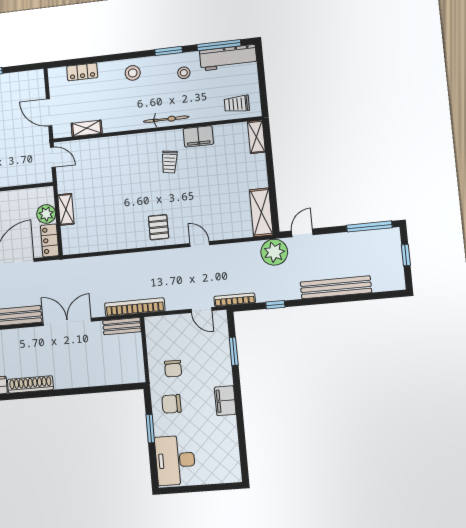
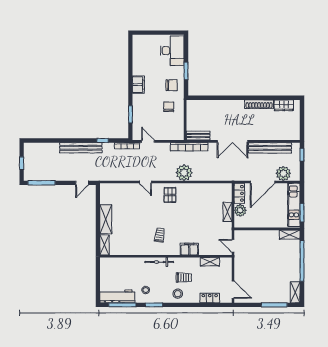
trolley: (237, 104) -> (184, 278), moved
door: (49, 112) -> (233, 290), moved
filing cabinet: (198, 136) -> (189, 249), moved
shelving: (261, 212) -> (106, 219), moved
plant: (274, 252) -> (184, 173), moved
bench: (336, 287) -> (81, 148), moved

